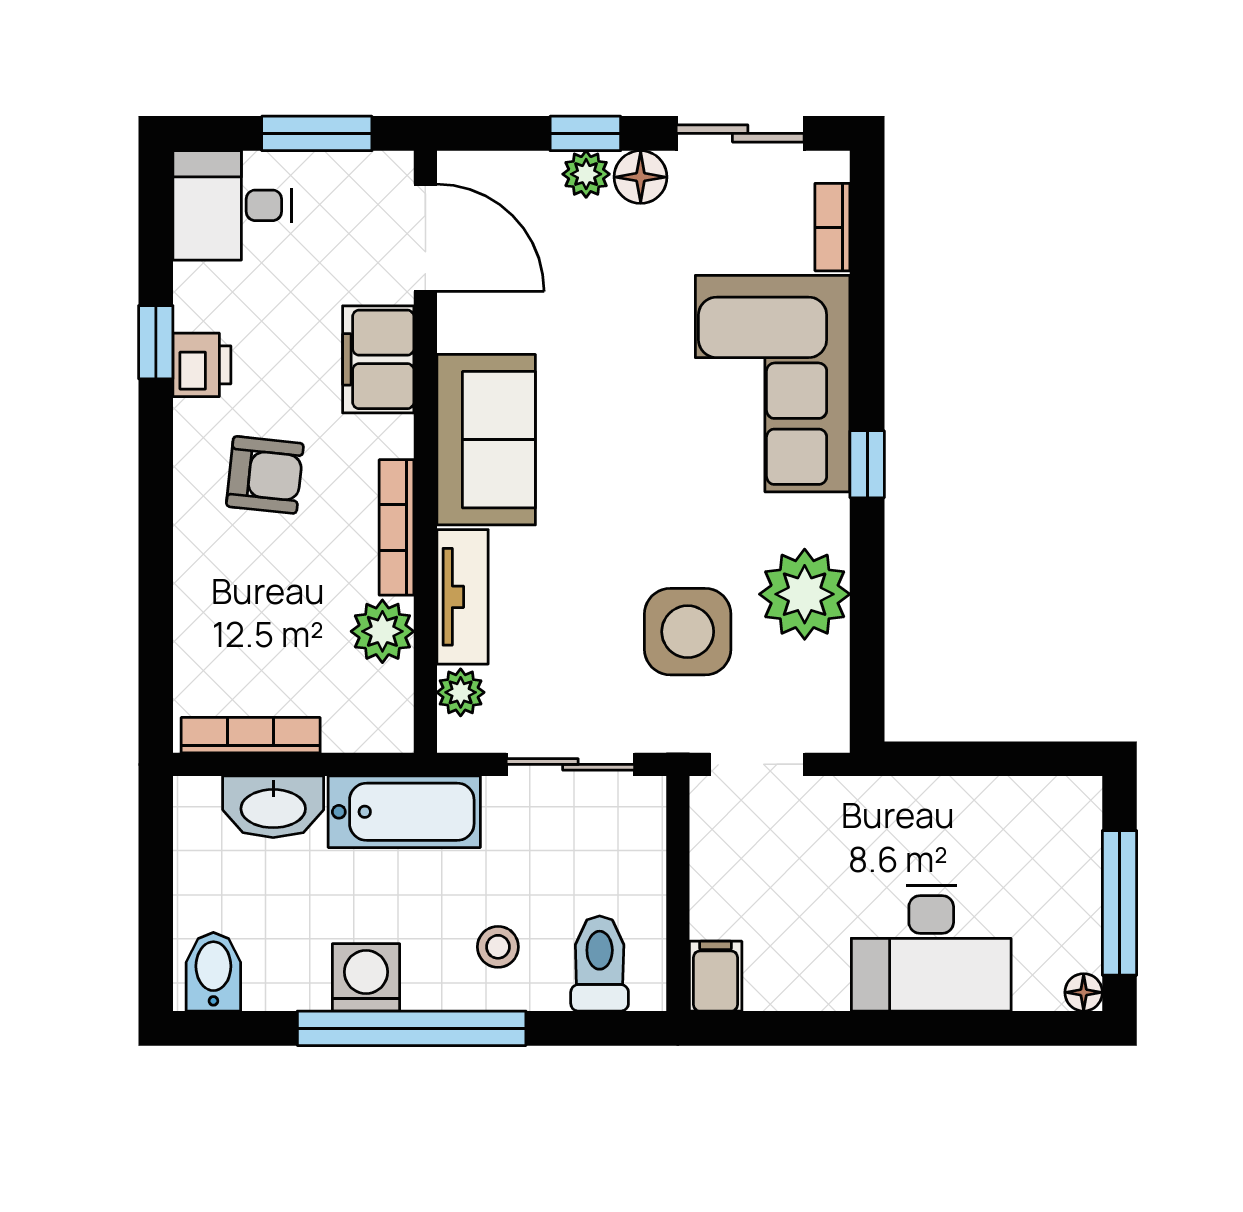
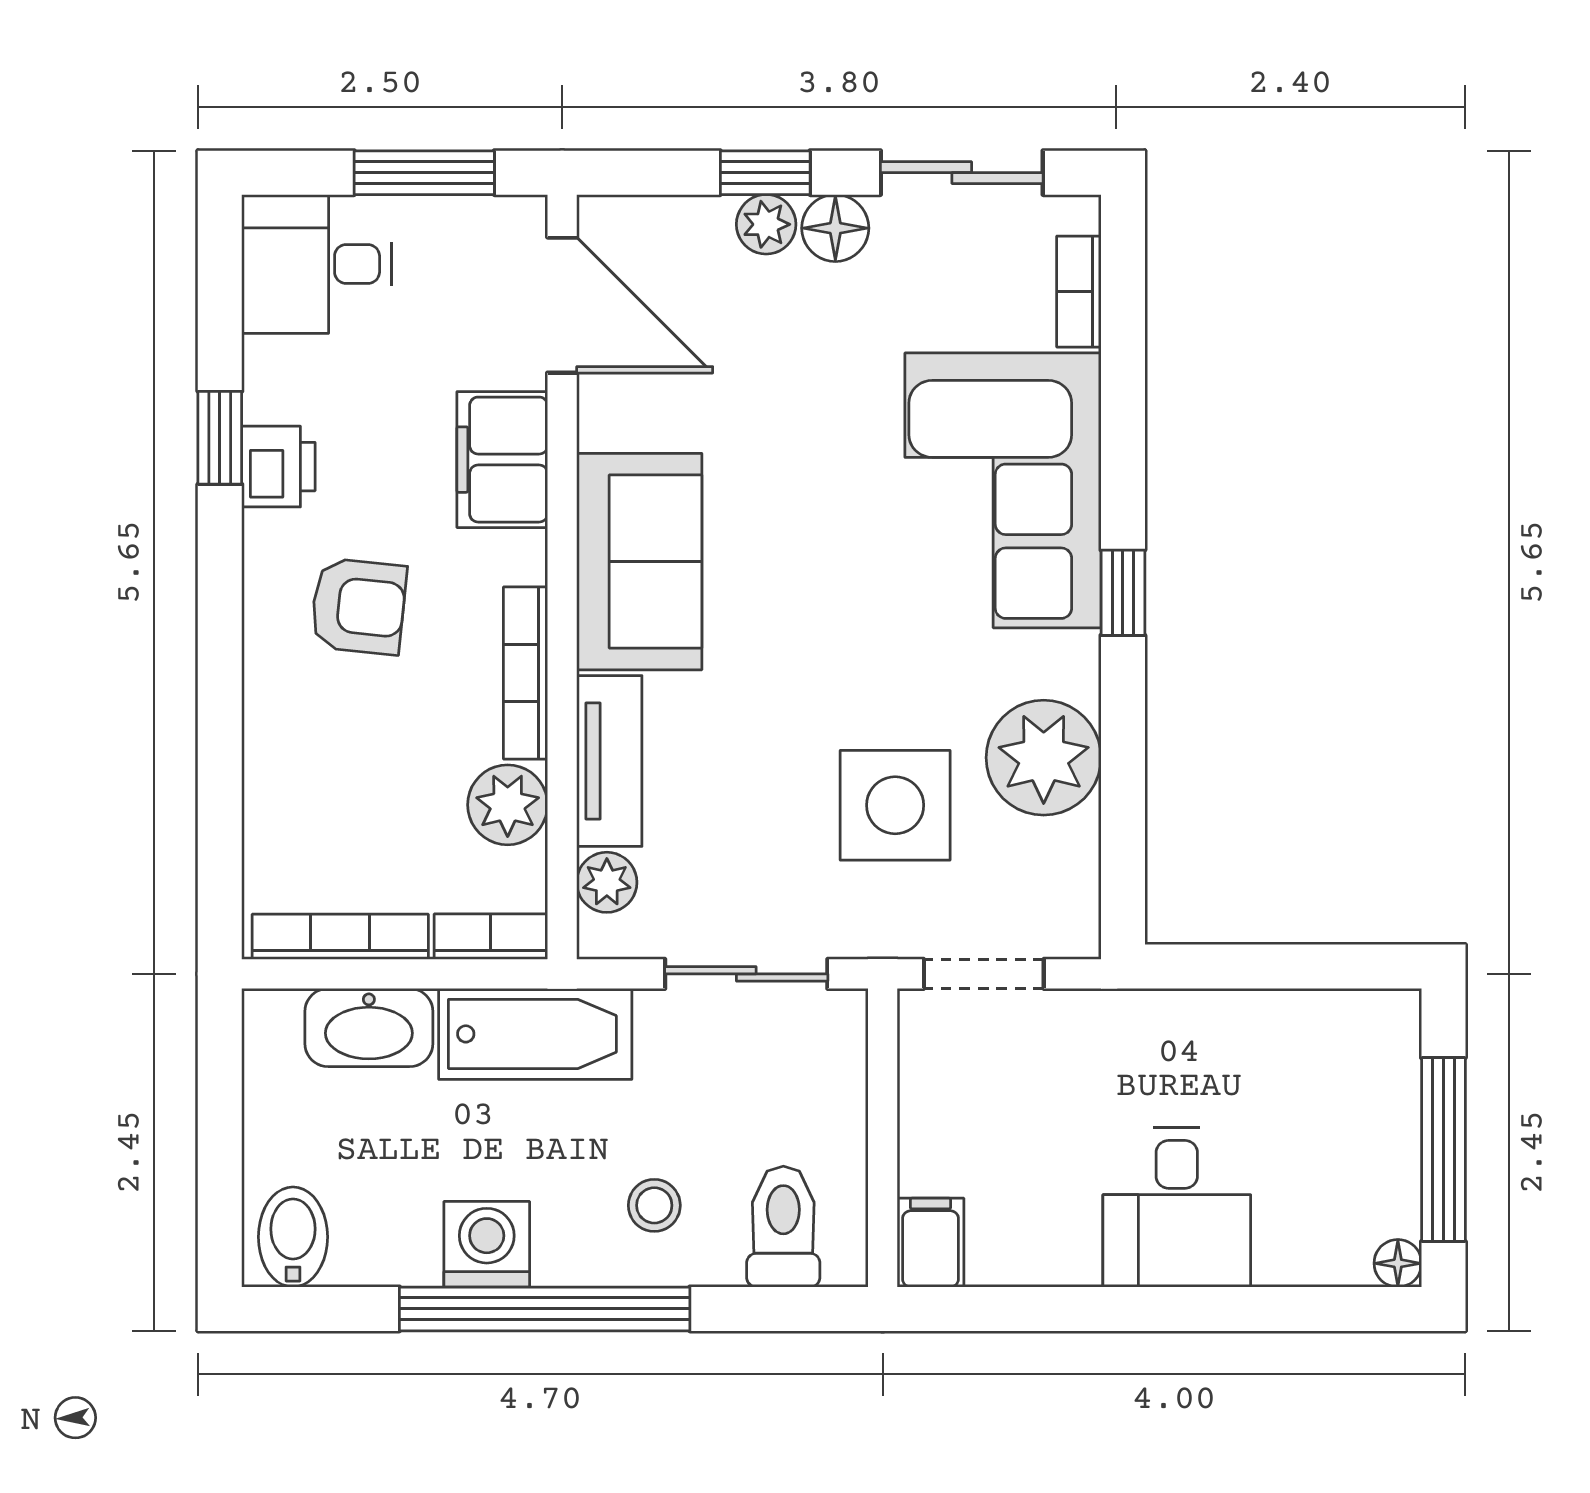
bookcase: (369, 735) -> (491, 937), added
desk: (931, 948) -> (1177, 1207), width x0.73

